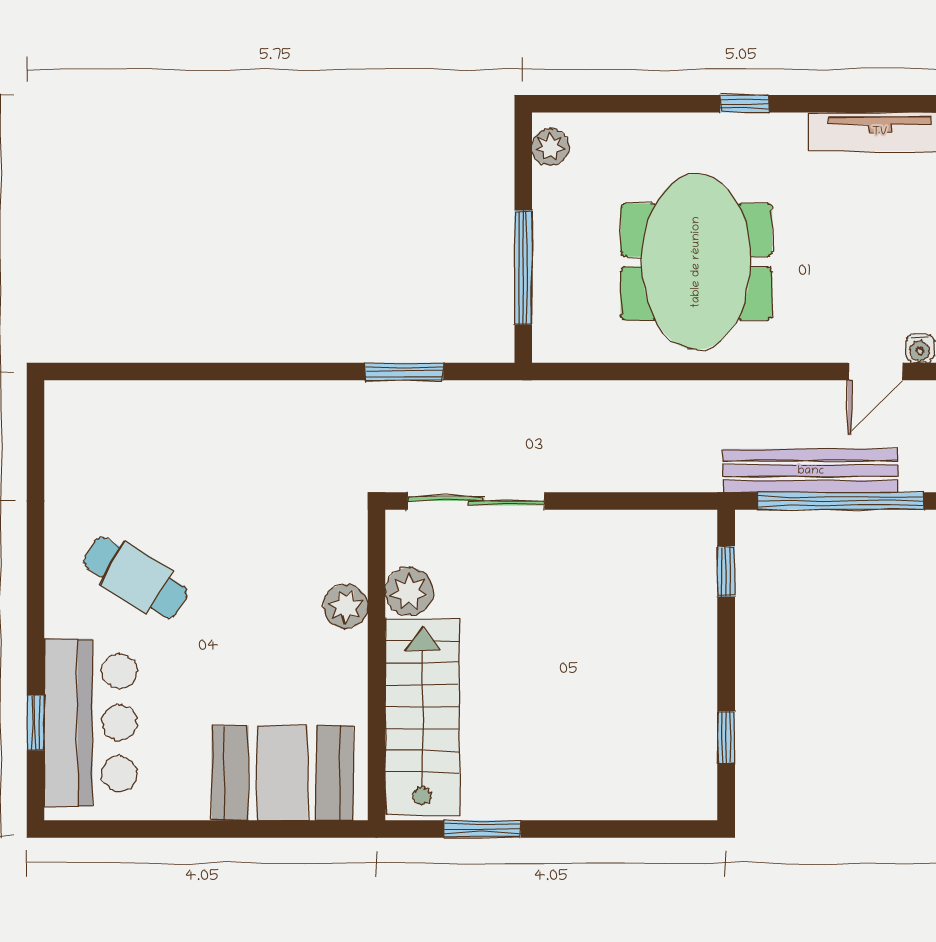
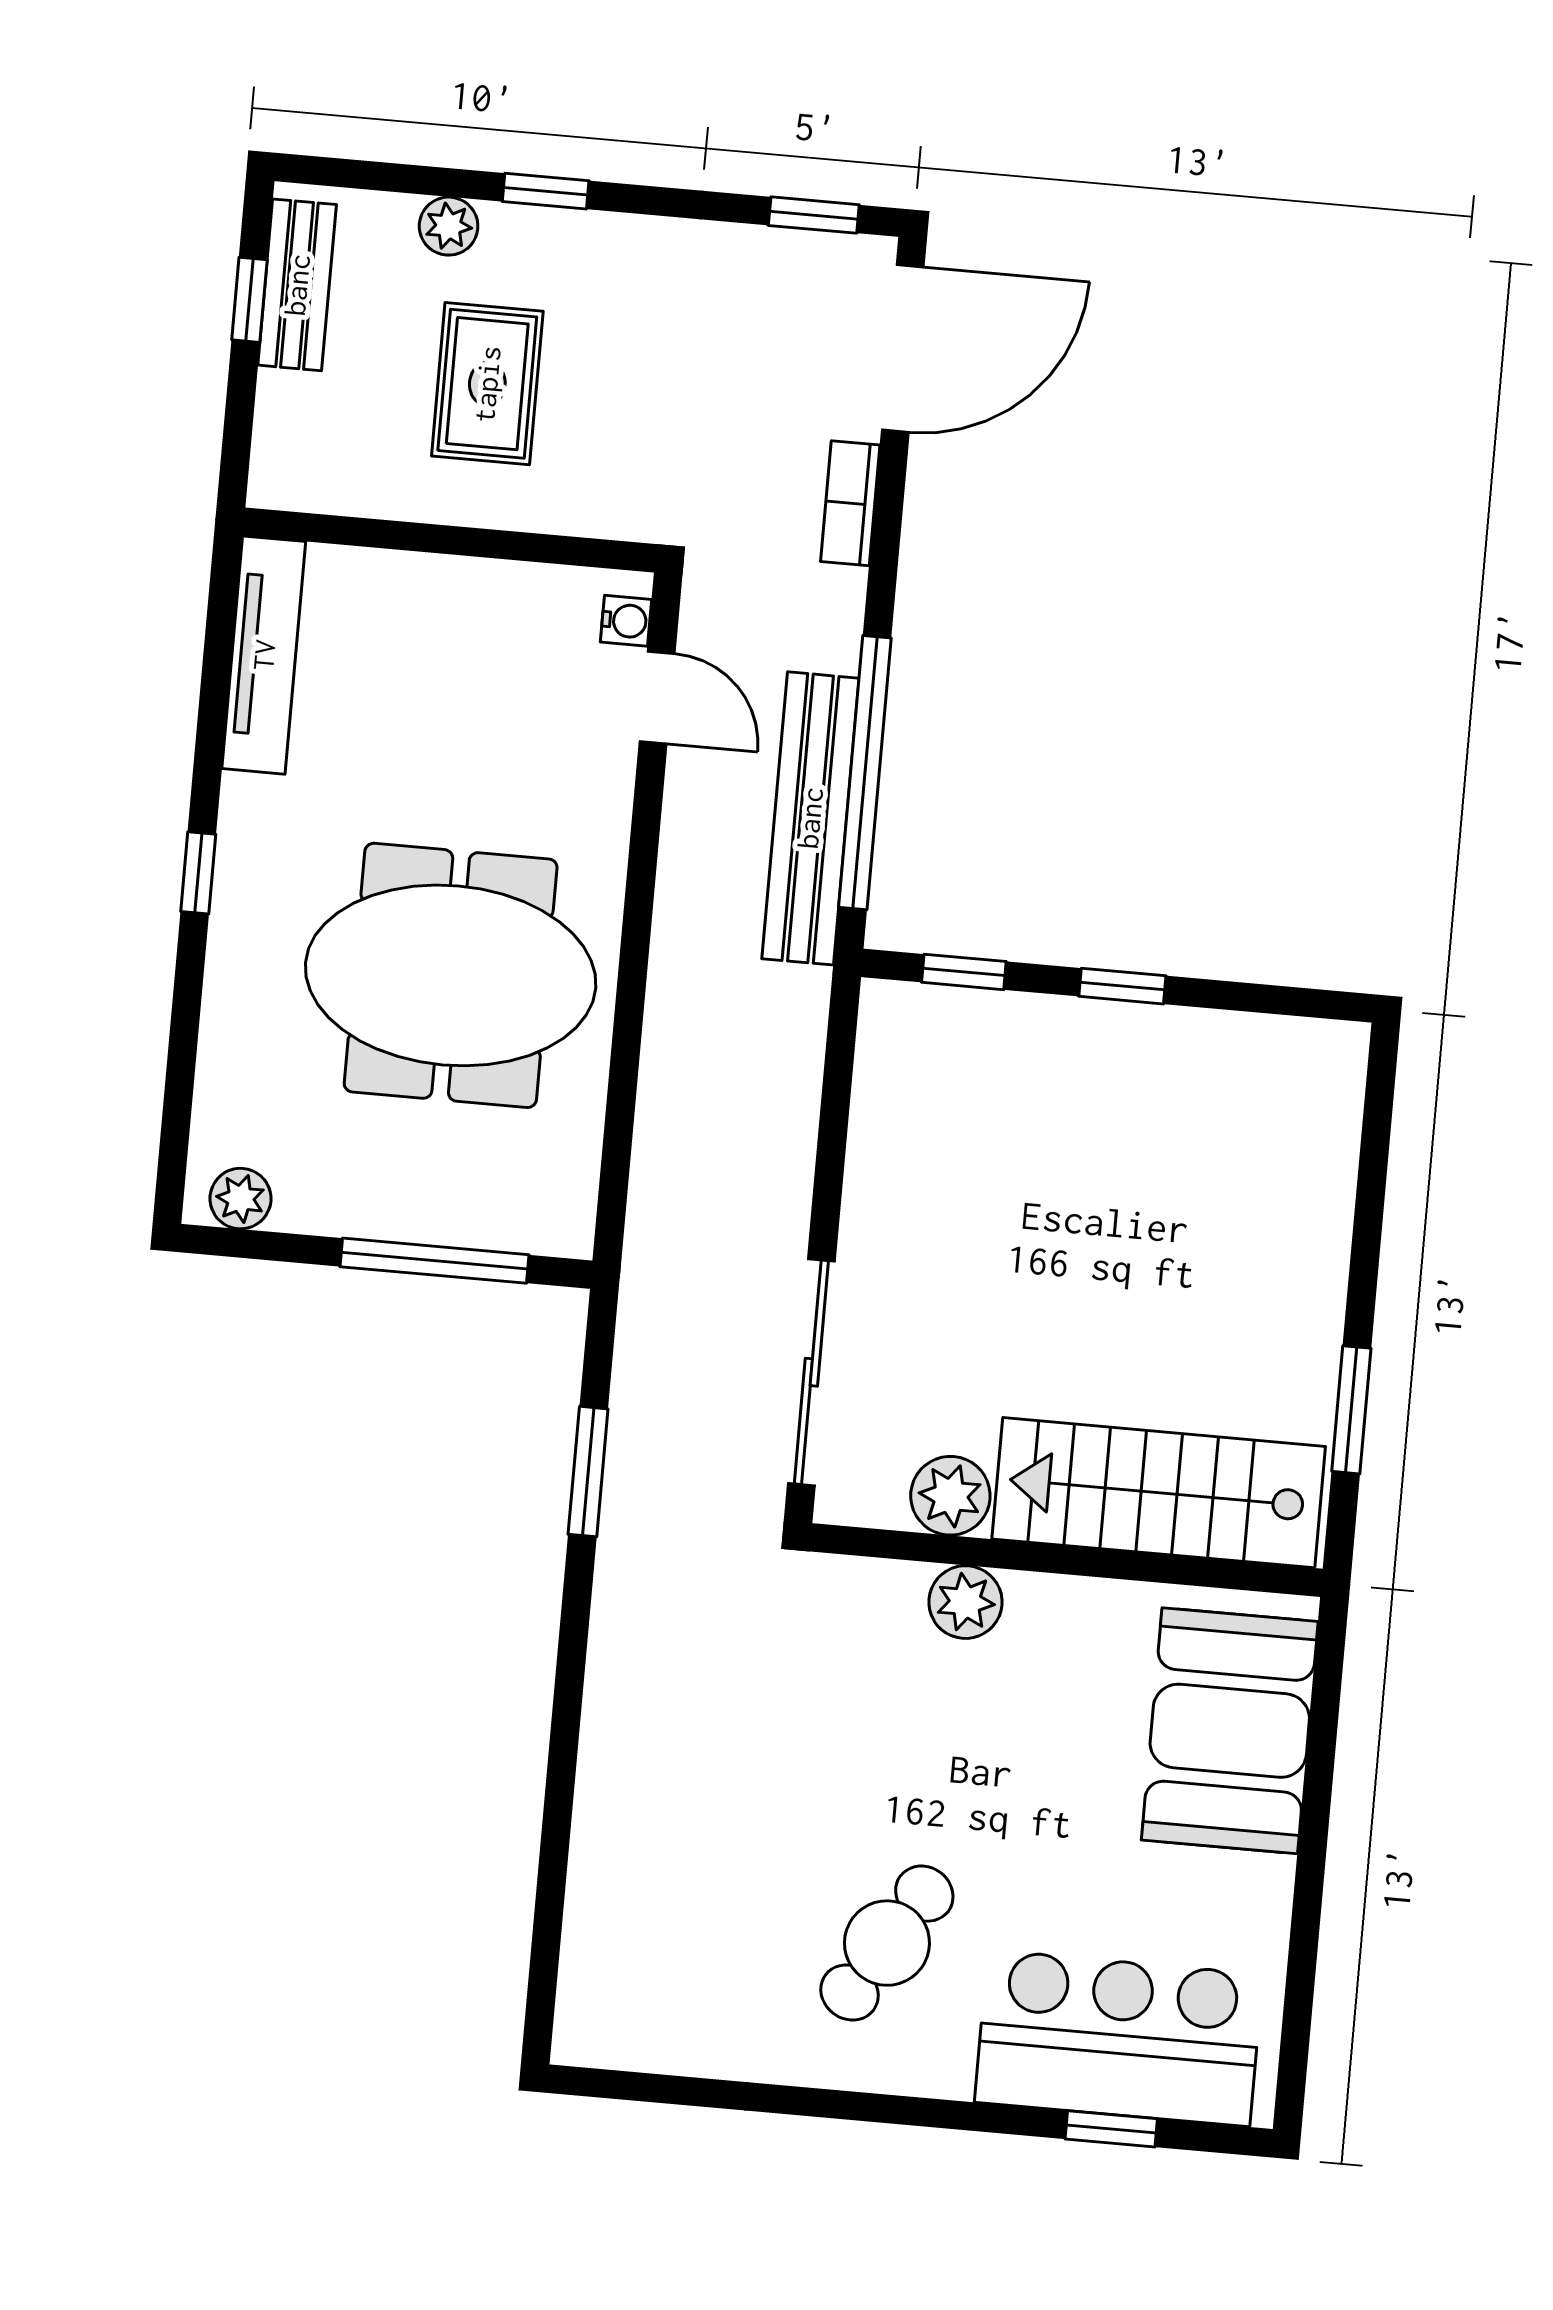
window: (726, 737) -> (1122, 986), moved

